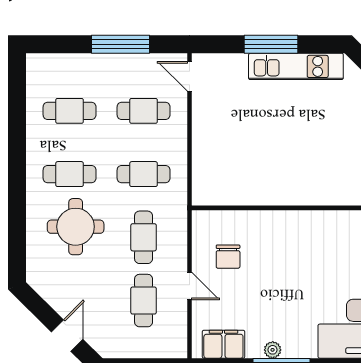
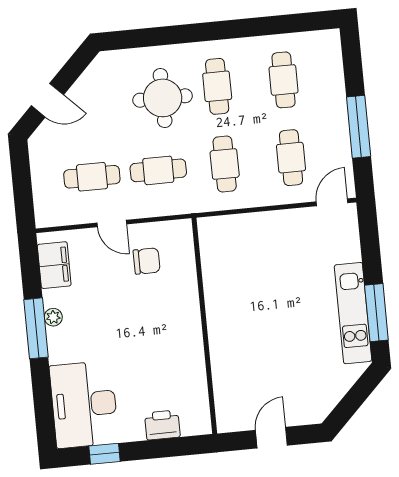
window: (271, 44) -> (376, 313), moved
chair: (228, 257) -> (147, 261), turned 180
door: (189, 286) -> (112, 224), hinge flipped

